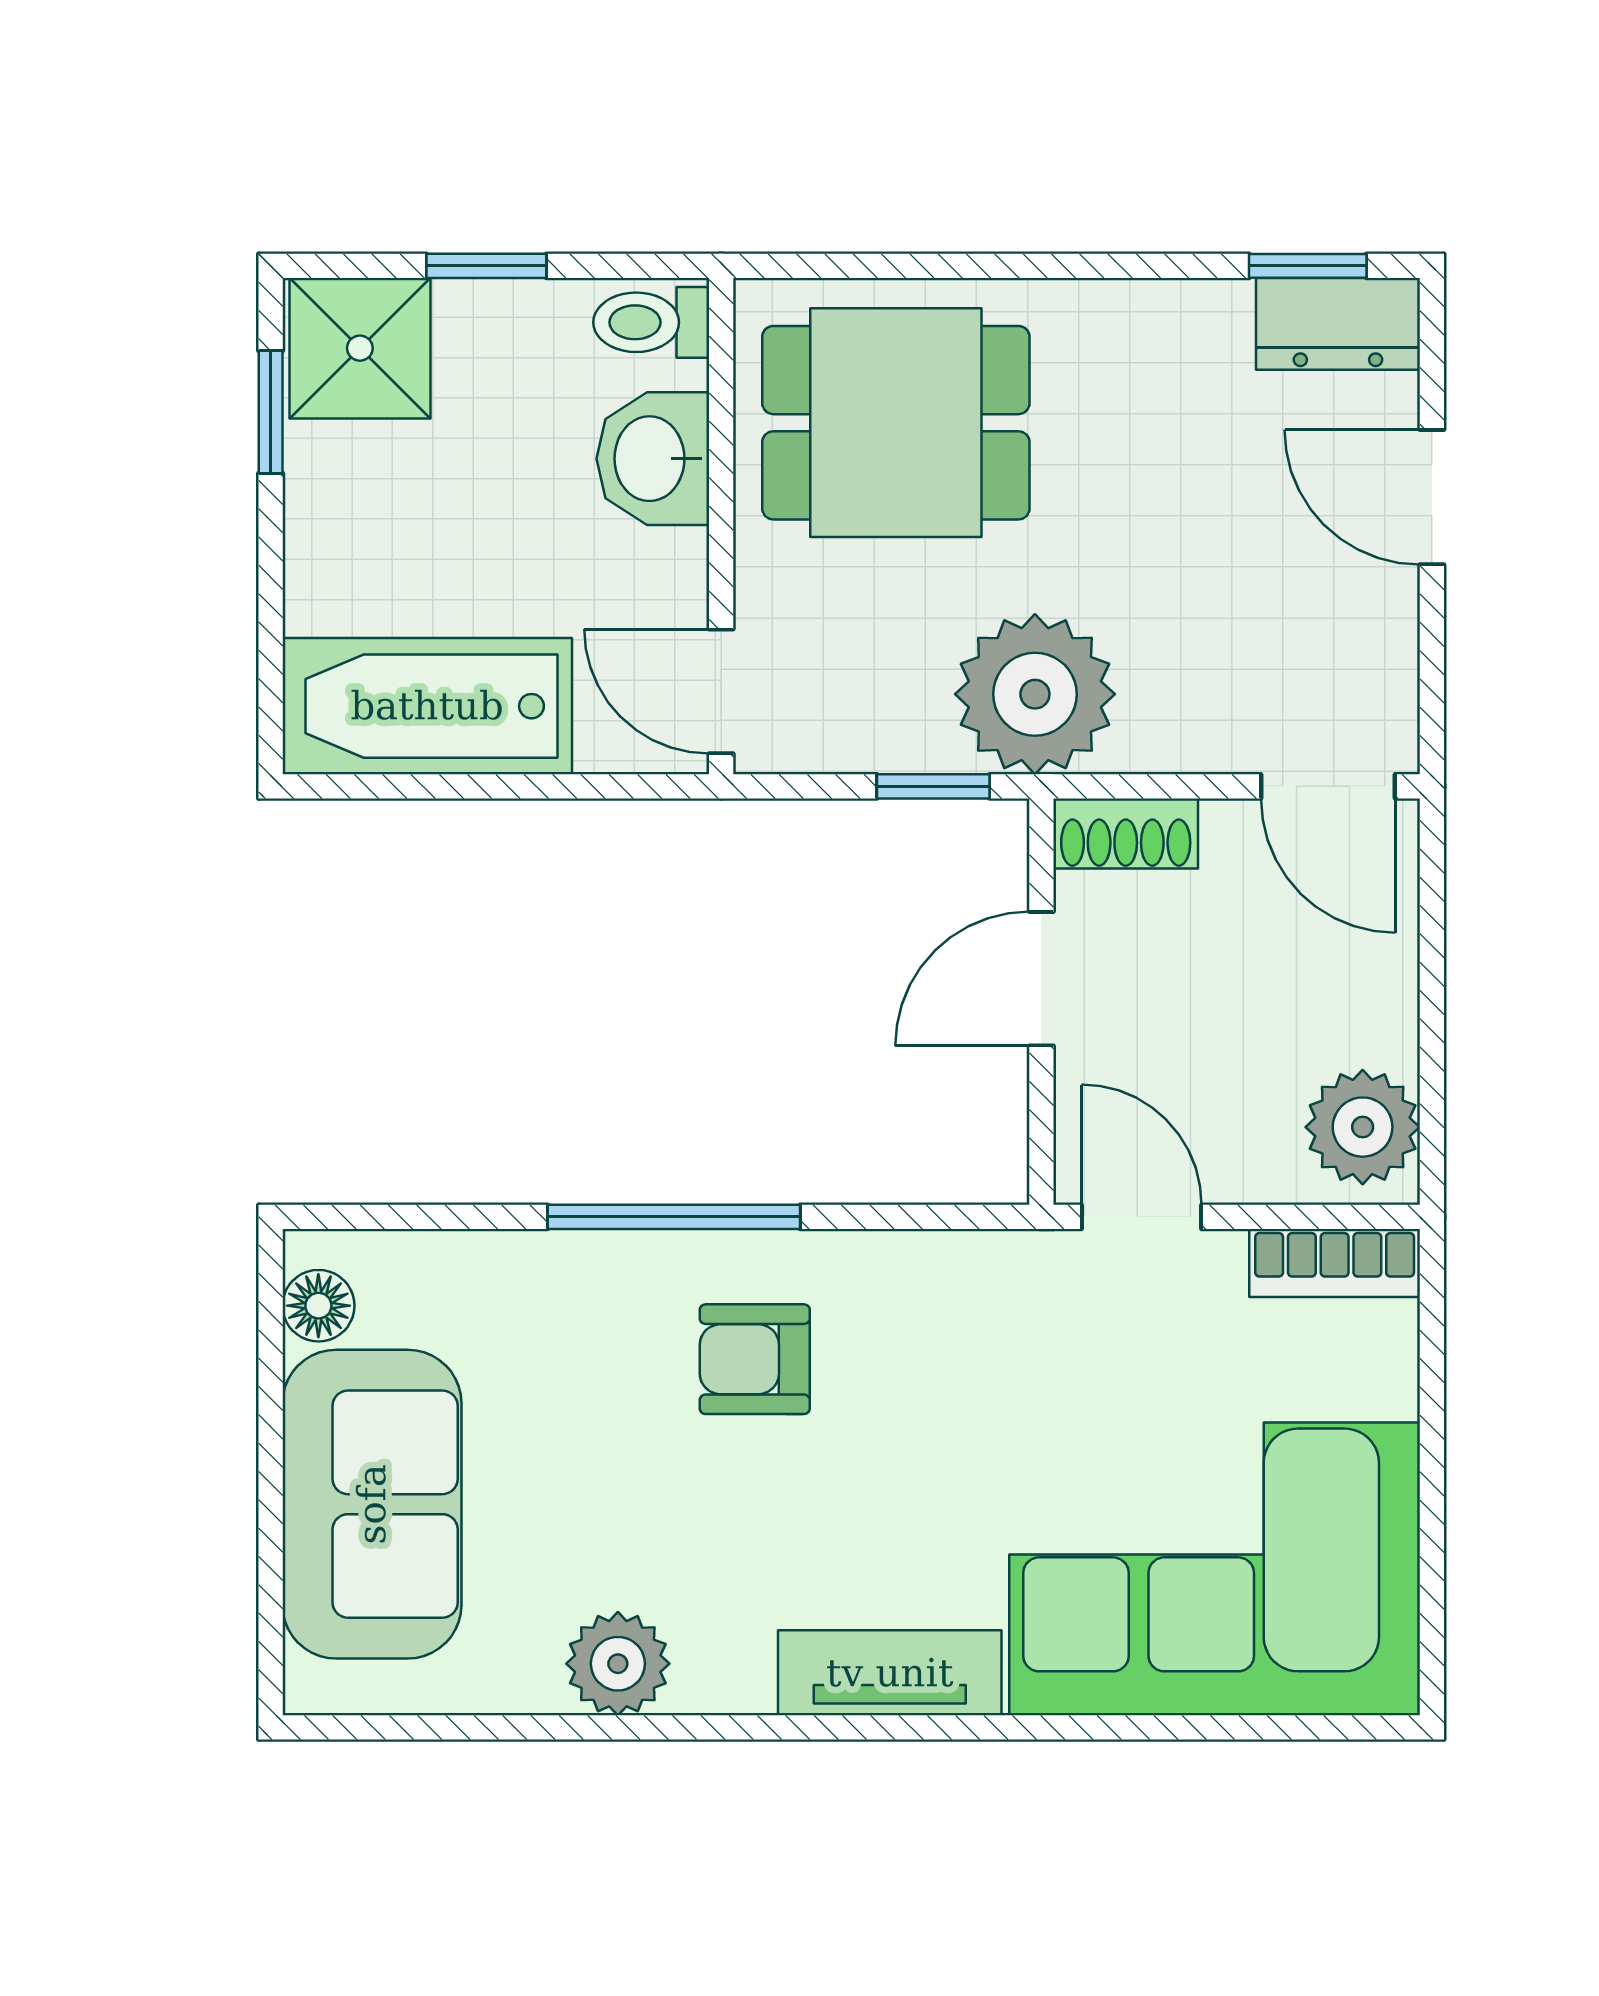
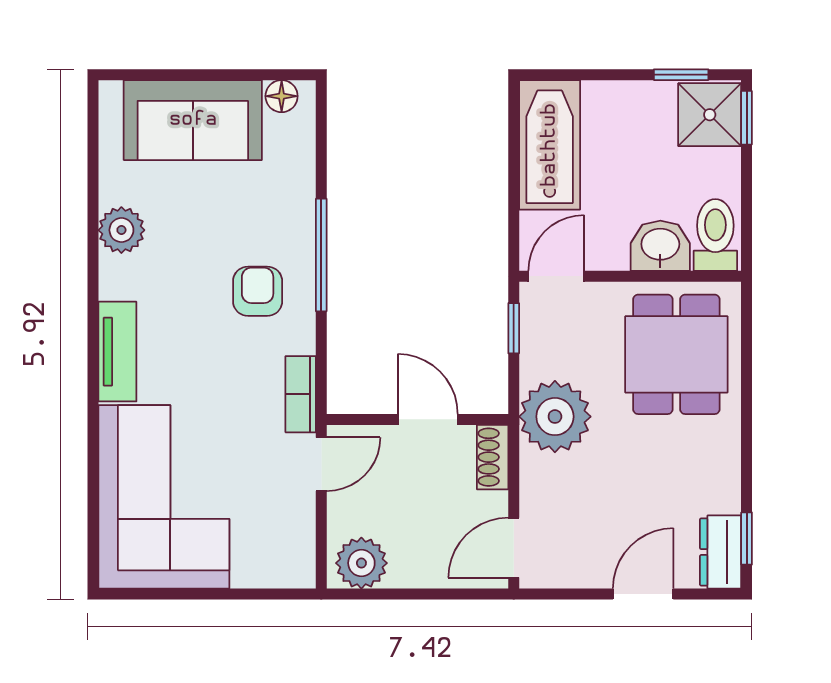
window: (486, 266) -> (747, 118), moved
toilet: (651, 322) -> (715, 235), width x1.37, depth x1.39
window: (933, 786) -> (514, 328), moved
bookcase: (1335, 1263) -> (301, 394), moved

